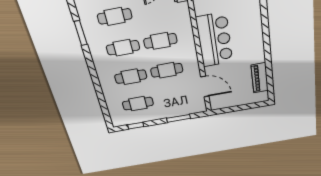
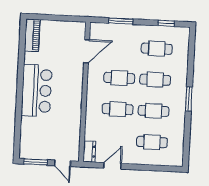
window: (81, 33) -> (189, 99), moved
bar counter: (214, 40) -> (37, 90), moved, turned 180
piano: (260, 78) -> (32, 35), moved
door: (205, 86) -> (87, 51), swing flipped

